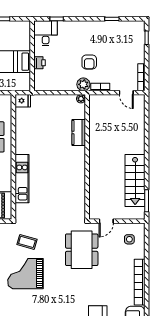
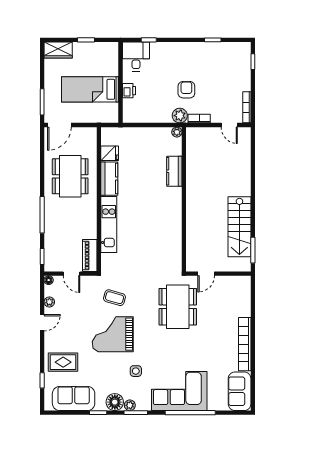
armchair: (89, 62) -> (186, 90), turned 180
fridge: (23, 101) -> (110, 153), moved
kitchen counter: (22, 139) -> (109, 179), added
side table: (129, 239) -> (136, 371), moved

